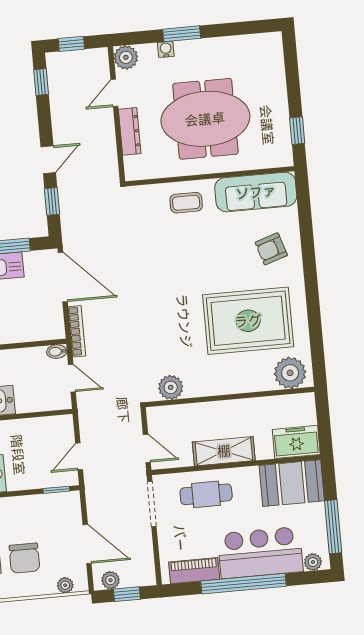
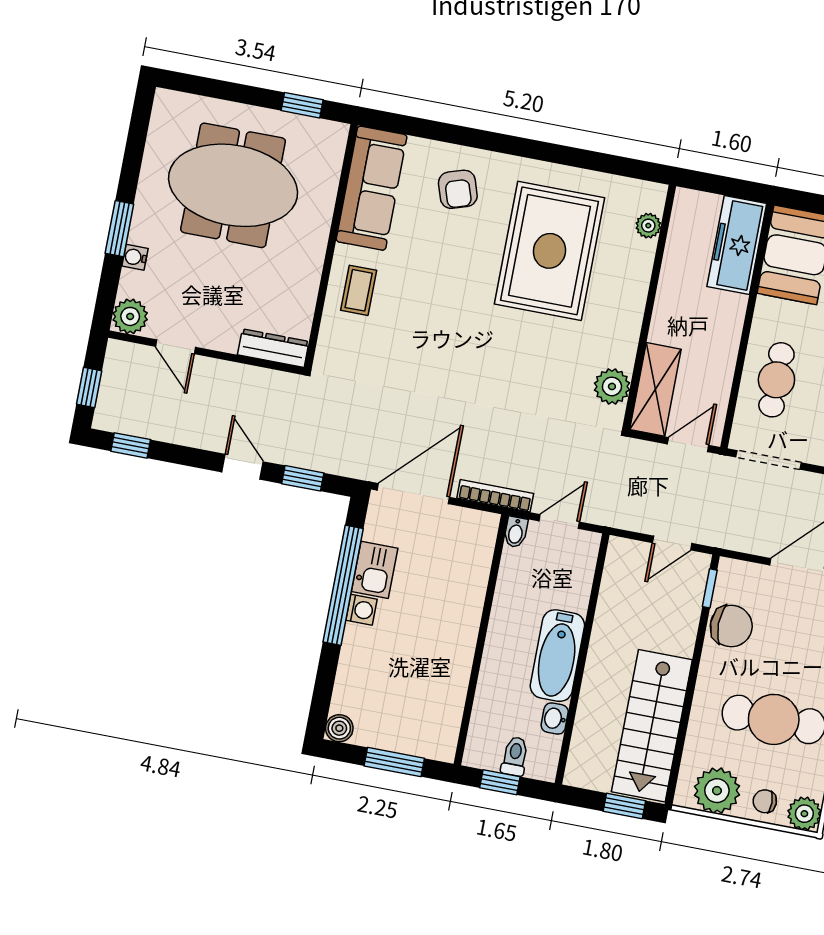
meeting table: (205, 119) -> (233, 185), moved, turned 90
dresser: (130, 131) -> (273, 348), moved
plant: (290, 373) -> (648, 226), width x0.53, depth x0.53
freezer: (296, 442) -> (737, 245), width x1.40
shelving: (224, 451) -> (655, 389), moved
door: (79, 456) -> (672, 543), hinge flipped
chair: (24, 558) -> (731, 626), moved

